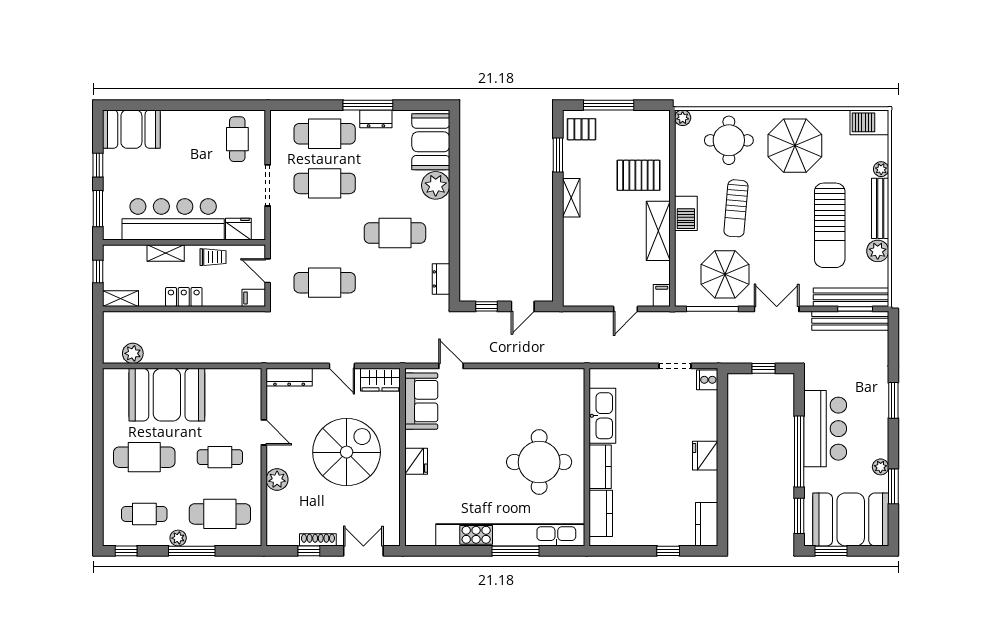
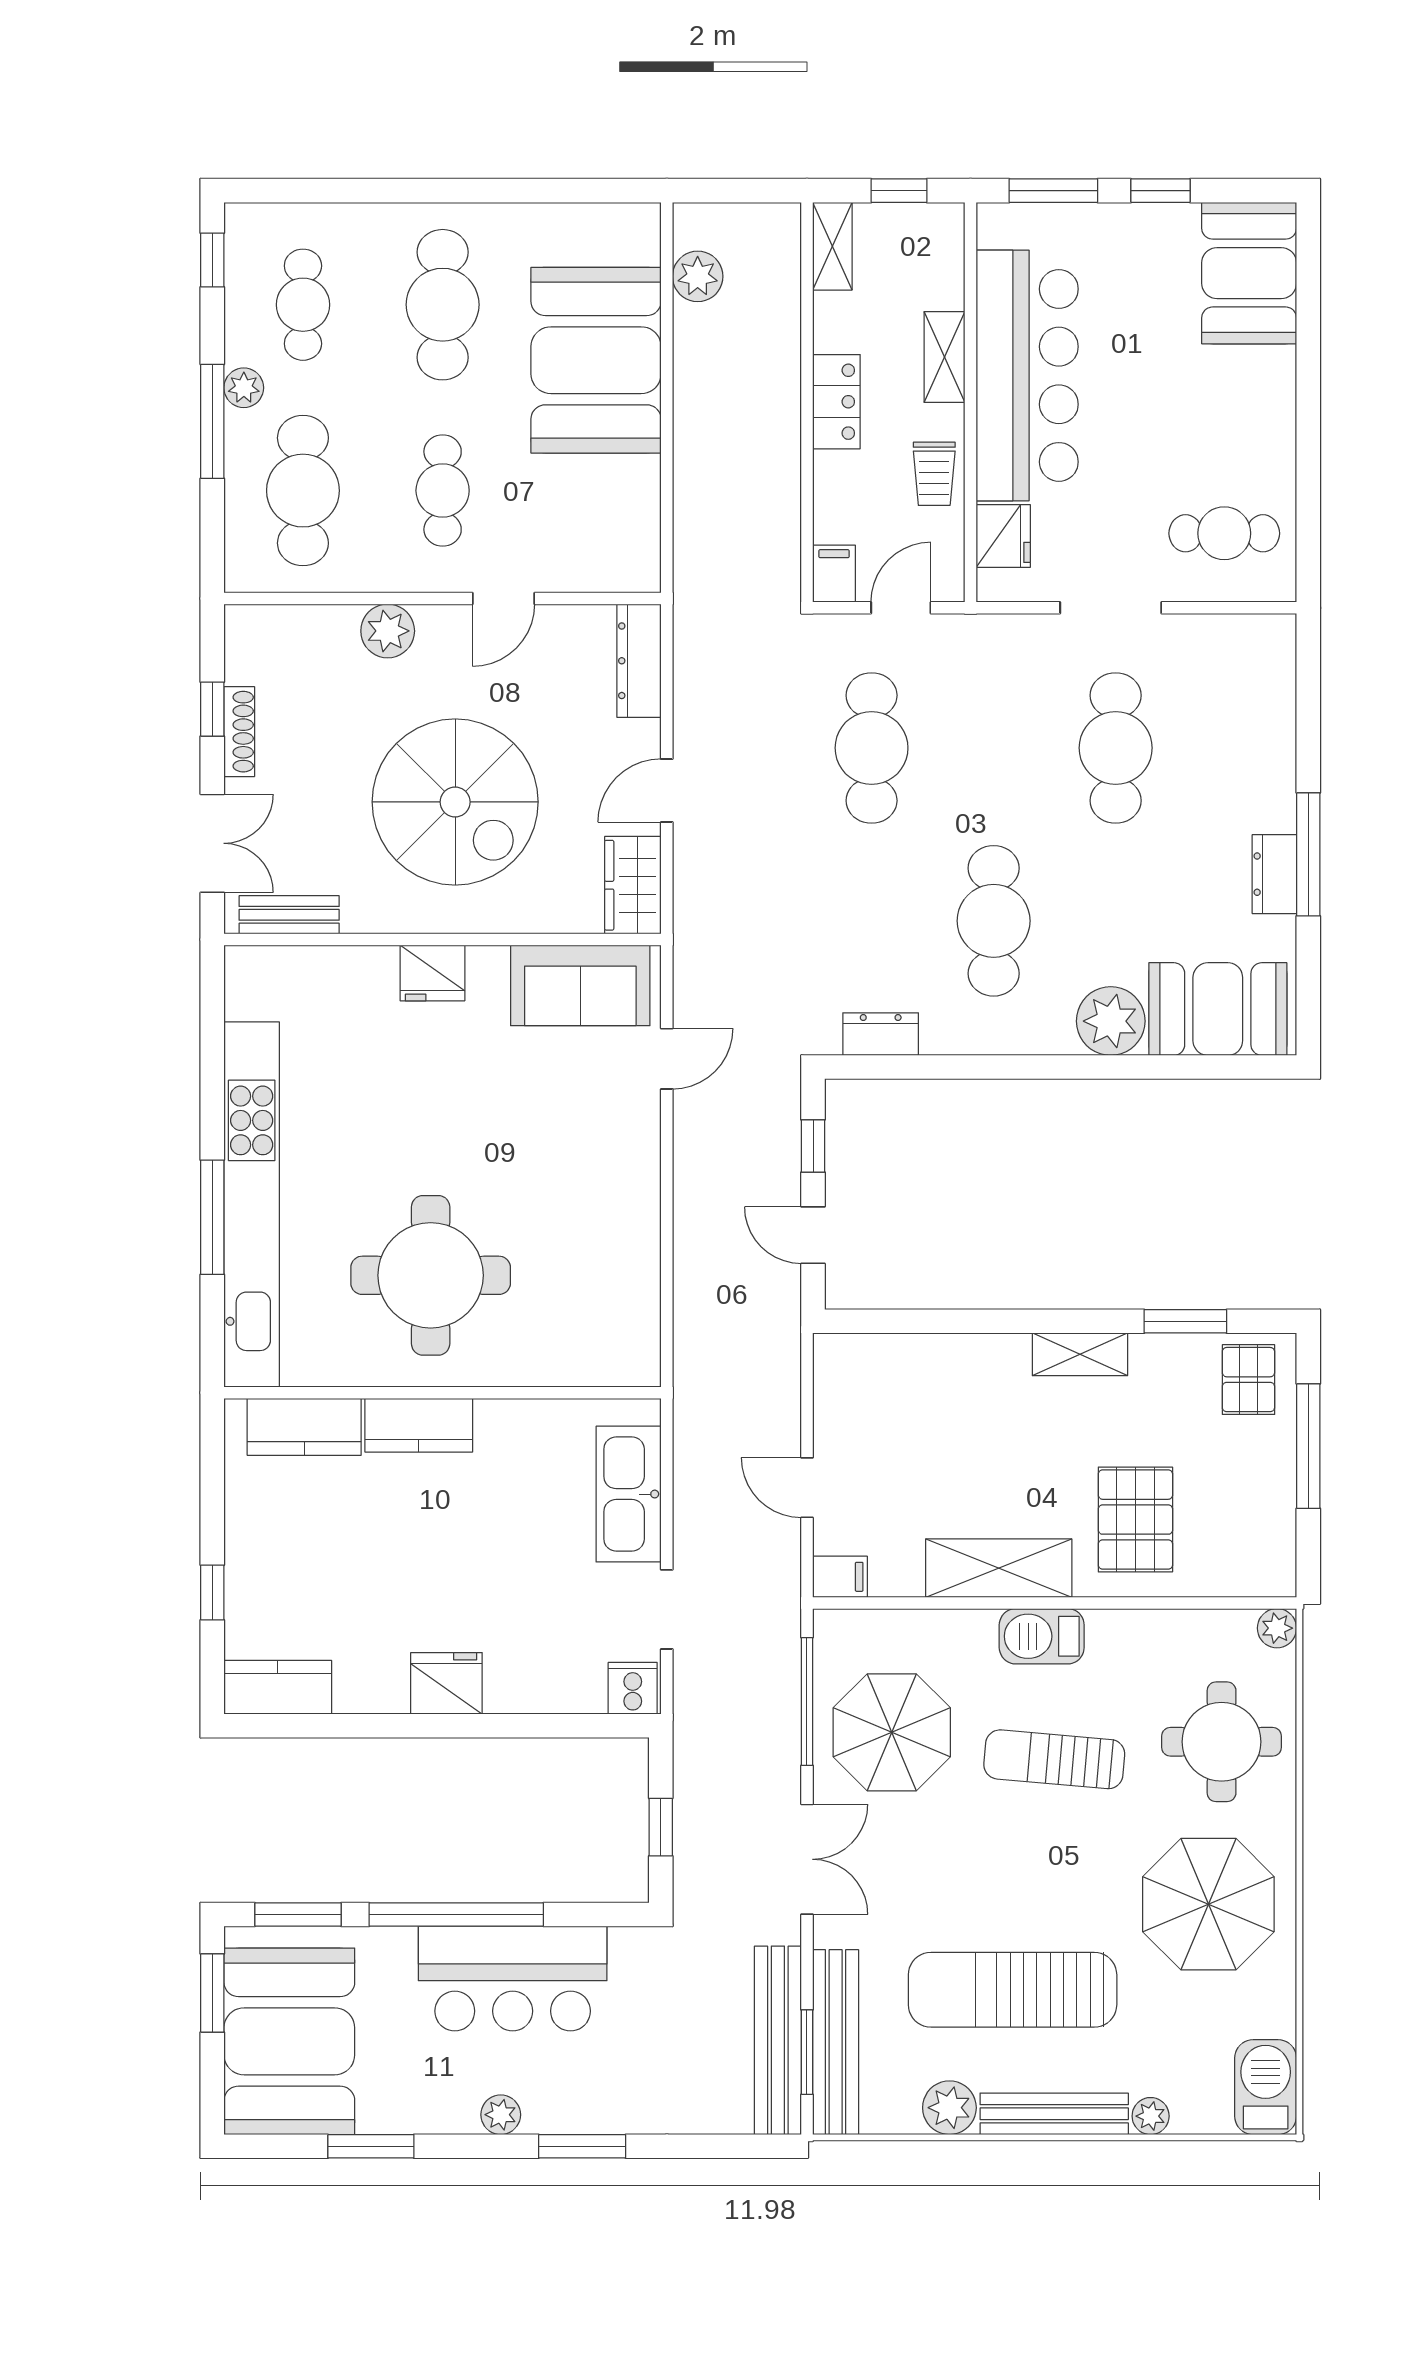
cafe table: (325, 134) -> (1238, 748), removed
kitchen sink: (602, 416) -> (629, 1494), moved, turned 90
plant: (881, 467) -> (501, 2115), moved
bench: (392, 520) -> (289, 915), added

